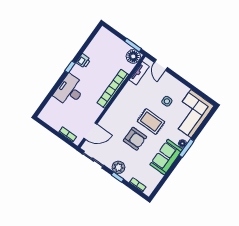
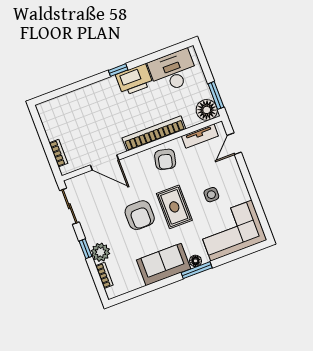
printer: (83, 61) -> (134, 80), width x1.87, depth x1.48
desk: (70, 91) -> (173, 71), moved
armchair: (129, 99) -> (165, 159), added
door: (90, 131) -> (104, 162), moved
plant: (118, 167) -> (100, 252), moved

